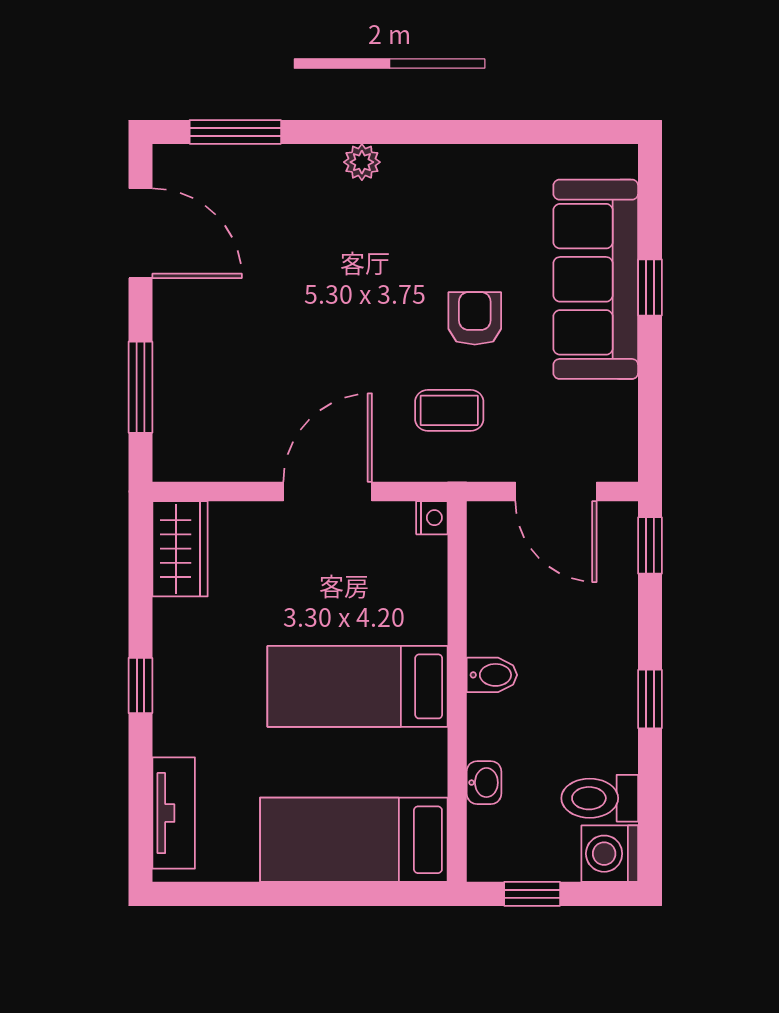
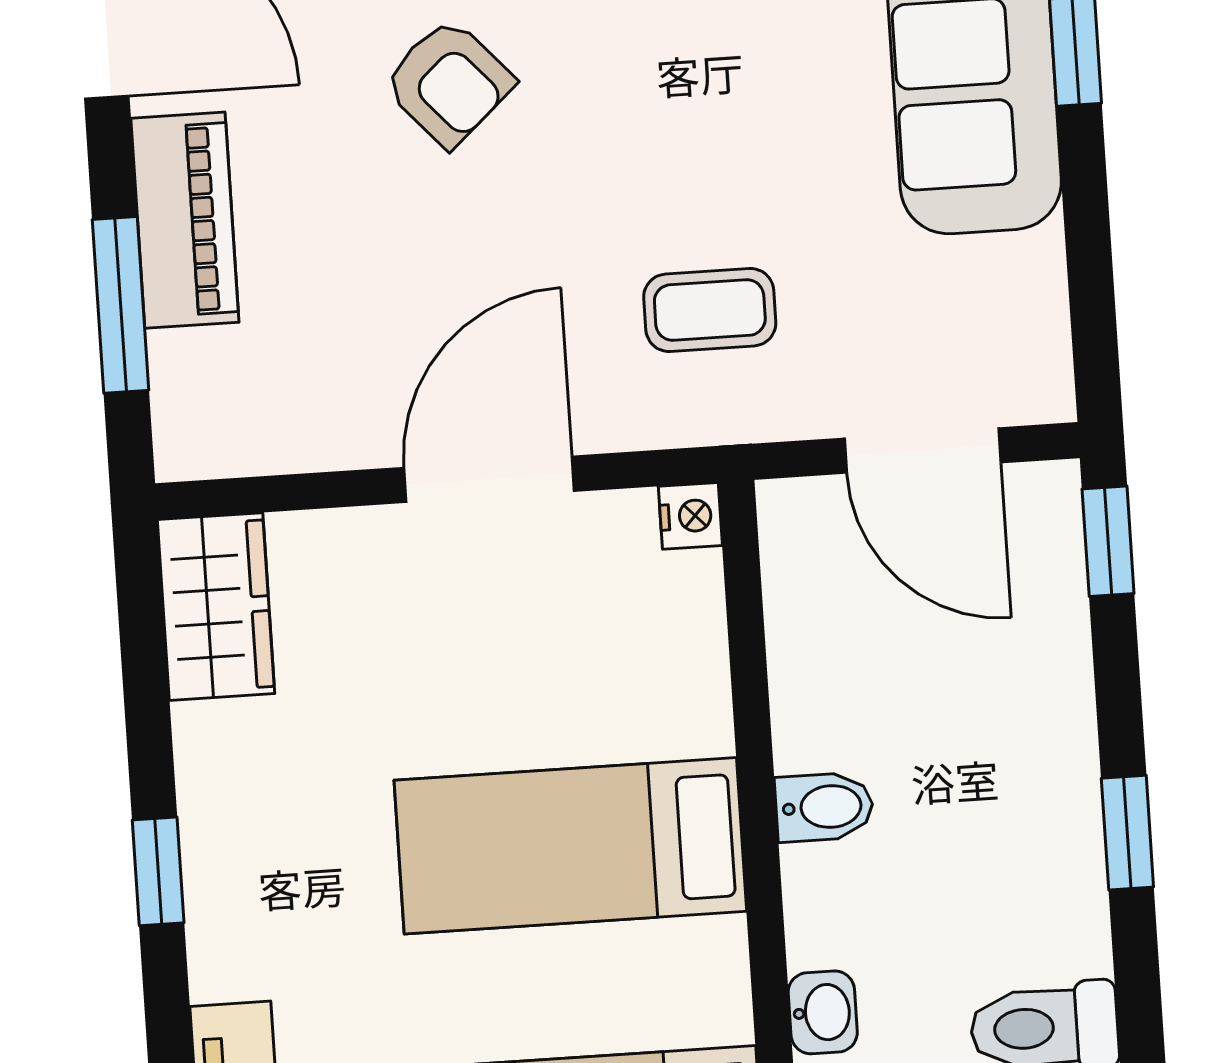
armchair: (475, 318) -> (449, 83), moved, turned 138
piano: (177, 345) -> (185, 220), added

